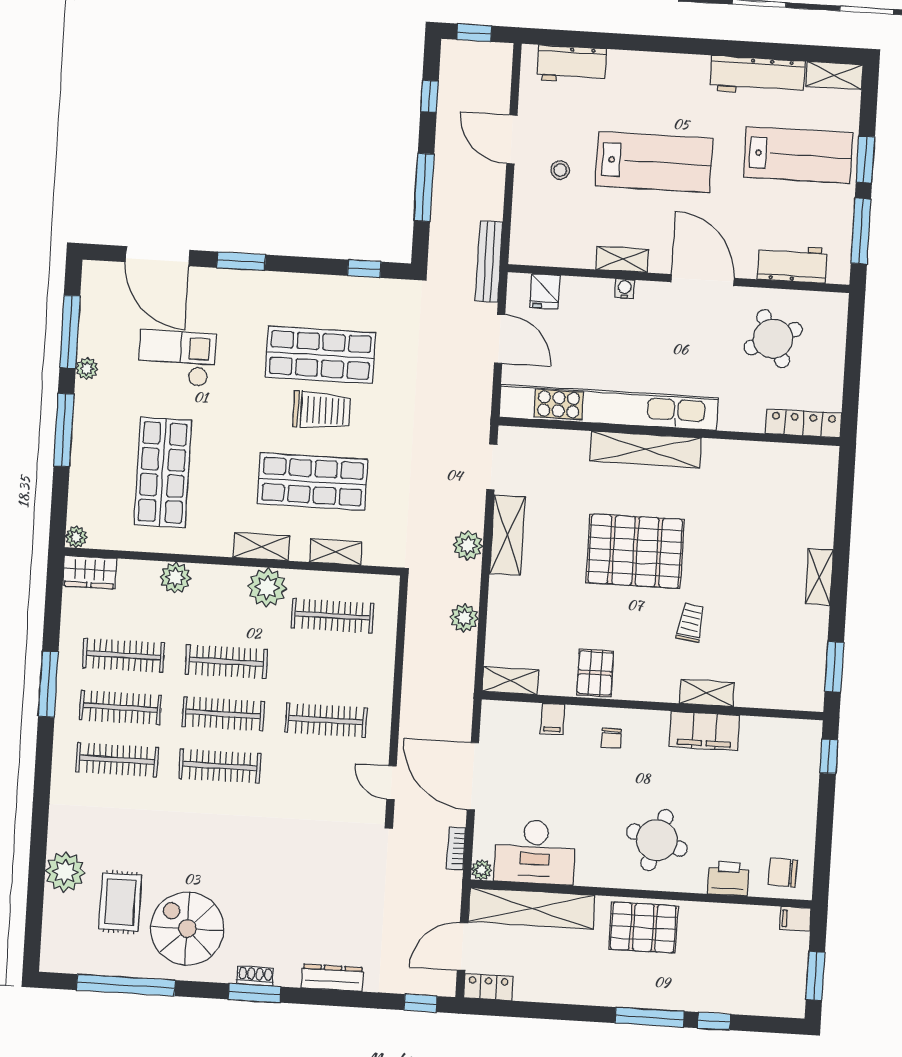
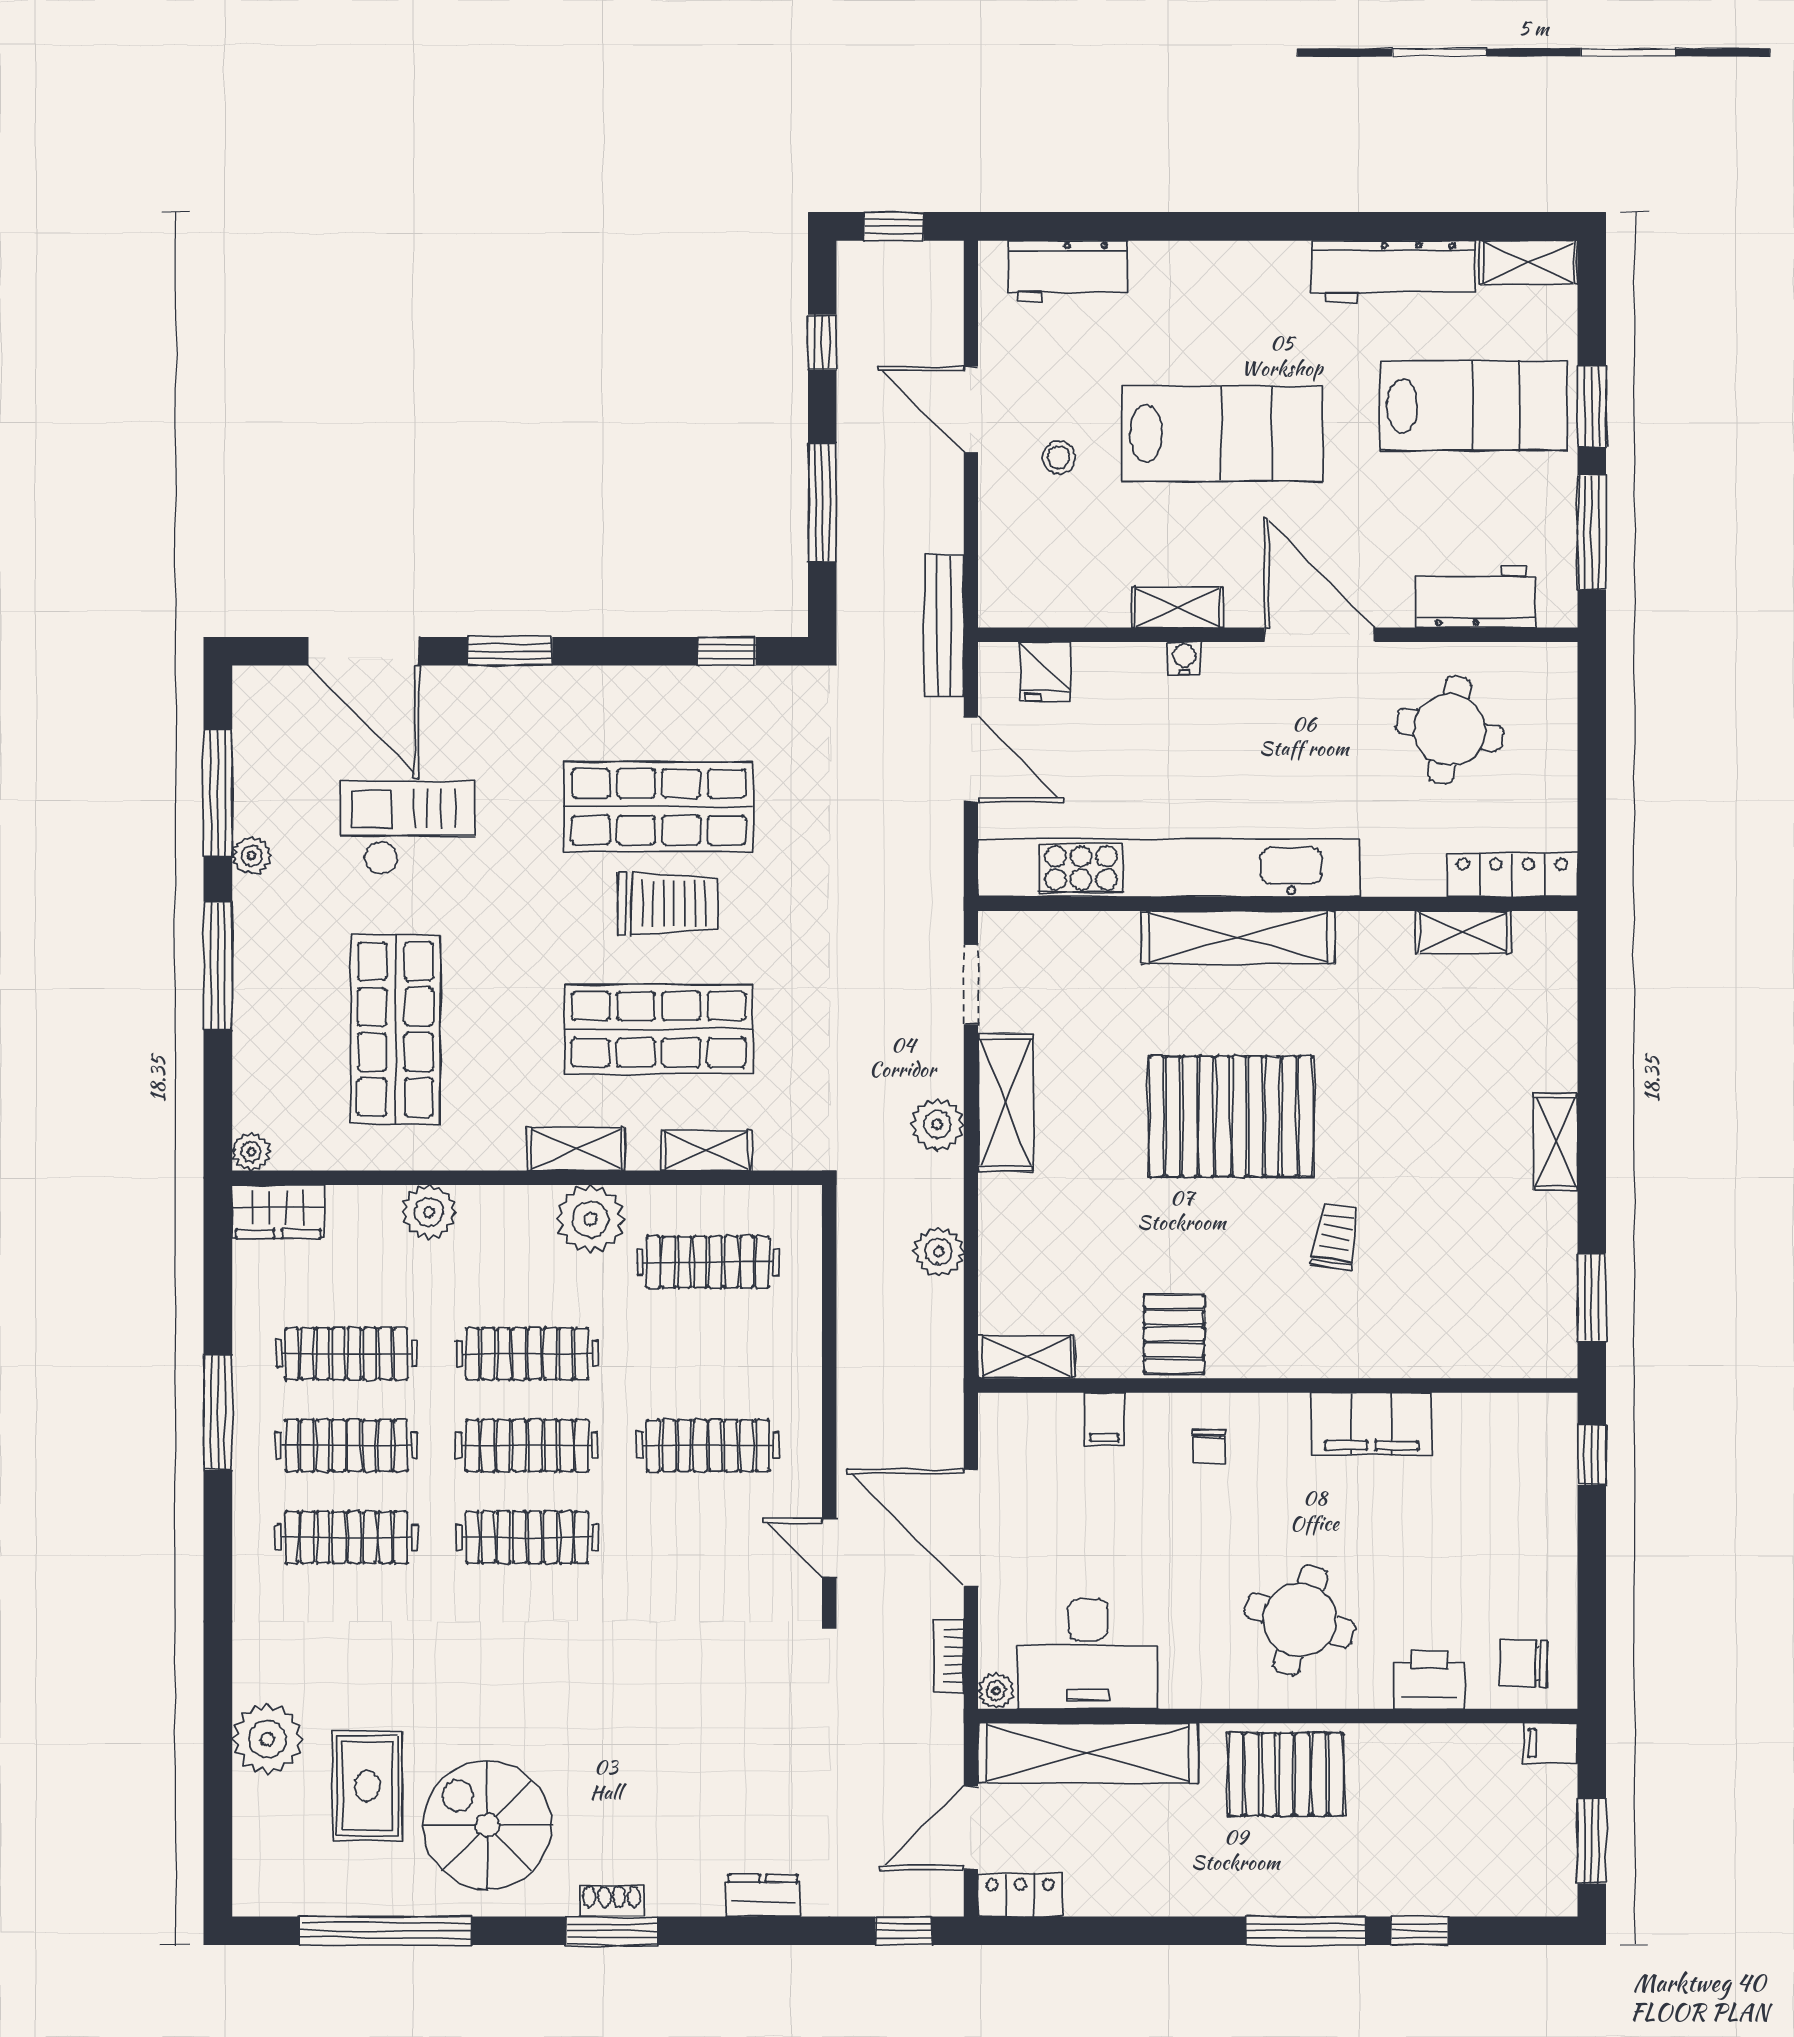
round table: (773, 339) -> (1450, 730), turned 37
shelving: (707, 693) -> (1463, 932), moved
dresser: (332, 978) -> (763, 1896), width x0.70

